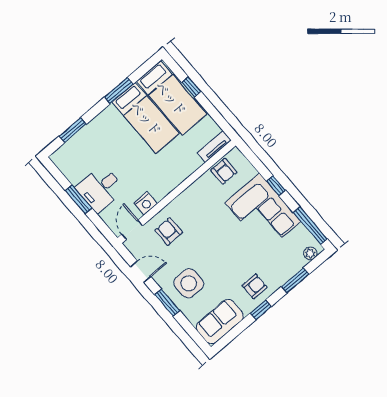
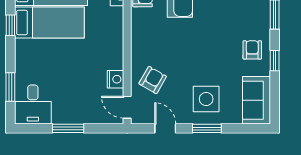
window: (119, 91) -> (10, 25), width x0.67
desk: (100, 189) -> (33, 105), moved
armchair: (169, 231) -> (153, 80), turned 120
door: (141, 272) -> (165, 128), hinge flipped

